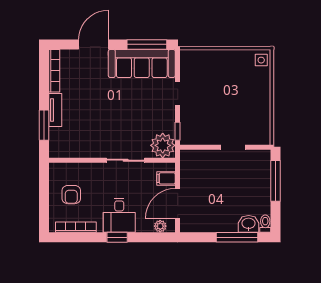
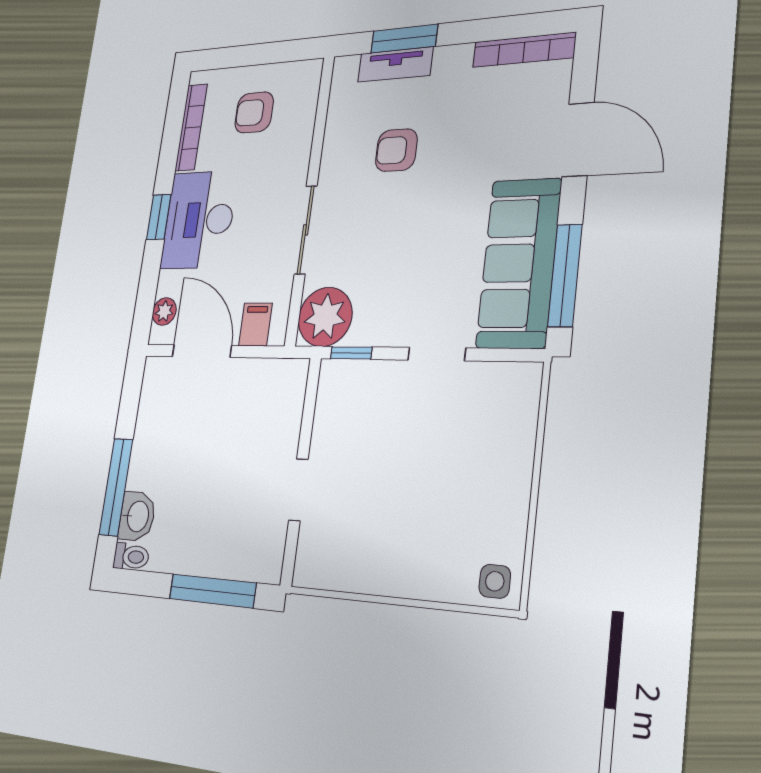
tv unit: (55, 110) -> (395, 64), moved
armchair: (93, 122) -> (396, 150), added
desk: (119, 215) -> (199, 220), width x1.37

